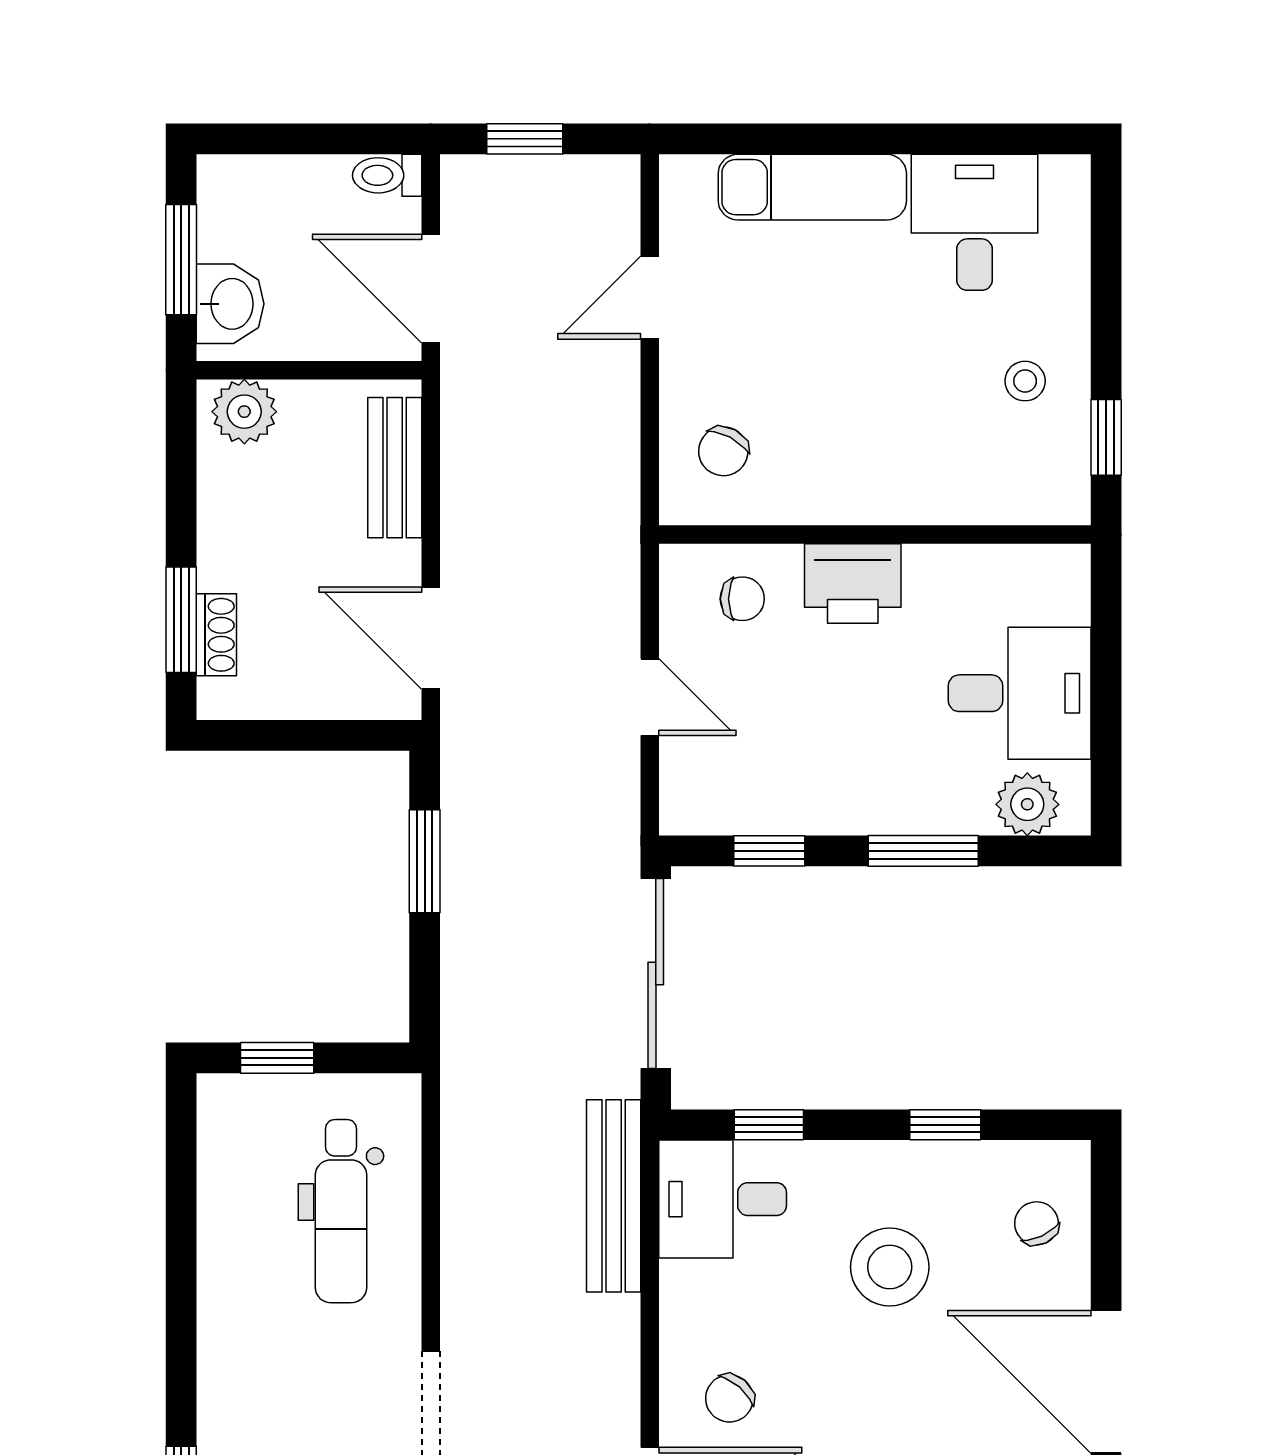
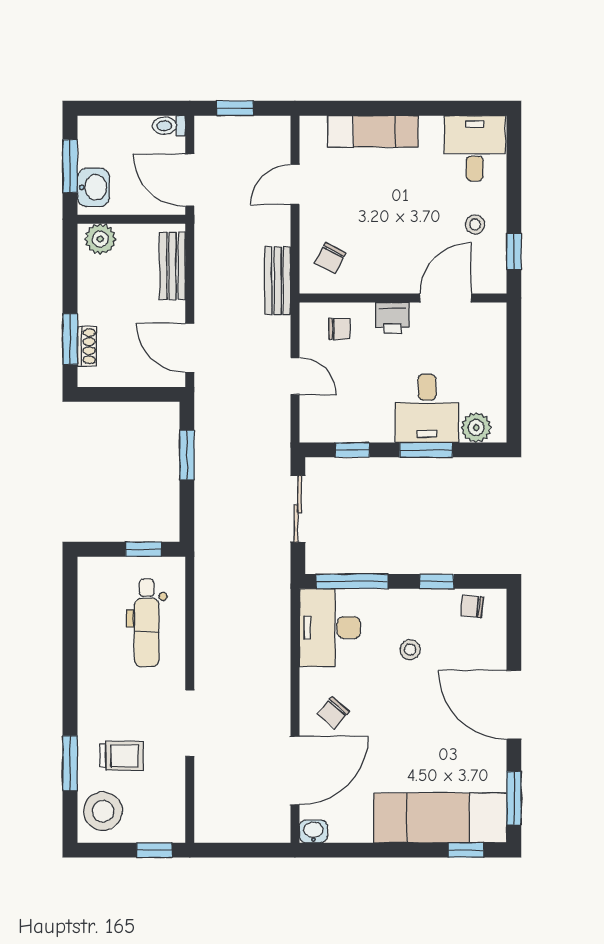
desk: (975, 222) -> (475, 148), moved
door: (964, 534) -> (446, 298), added
printer: (853, 583) -> (392, 318), width x0.73, depth x0.81
desk: (1020, 693) -> (427, 408), moved, turned 90
sliding door: (656, 974) -> (298, 509), width x0.73
window: (277, 1058) -> (143, 549), moved
window: (769, 1125) -> (352, 581), width x2.17
bench: (614, 1196) -> (278, 281), moved, width x0.73
desk: (723, 1199) -> (330, 628), width x1.37
chair: (1037, 1223) -> (472, 606), moved, turned -59
stool: (890, 1267) -> (410, 650), width x0.53, depth x0.53

